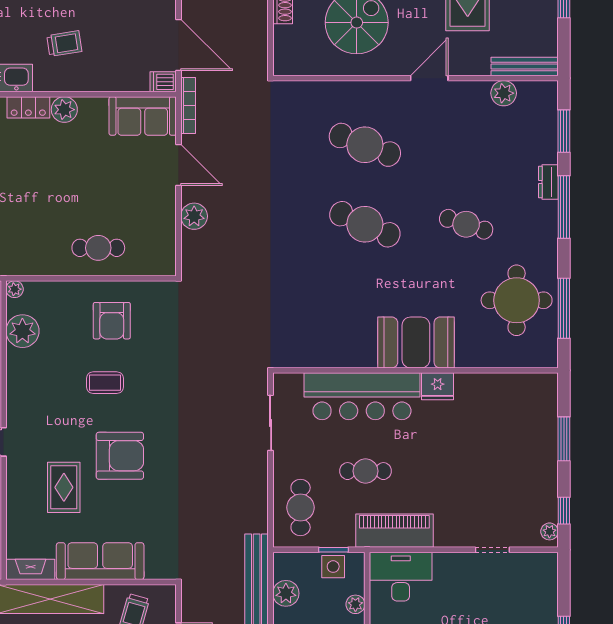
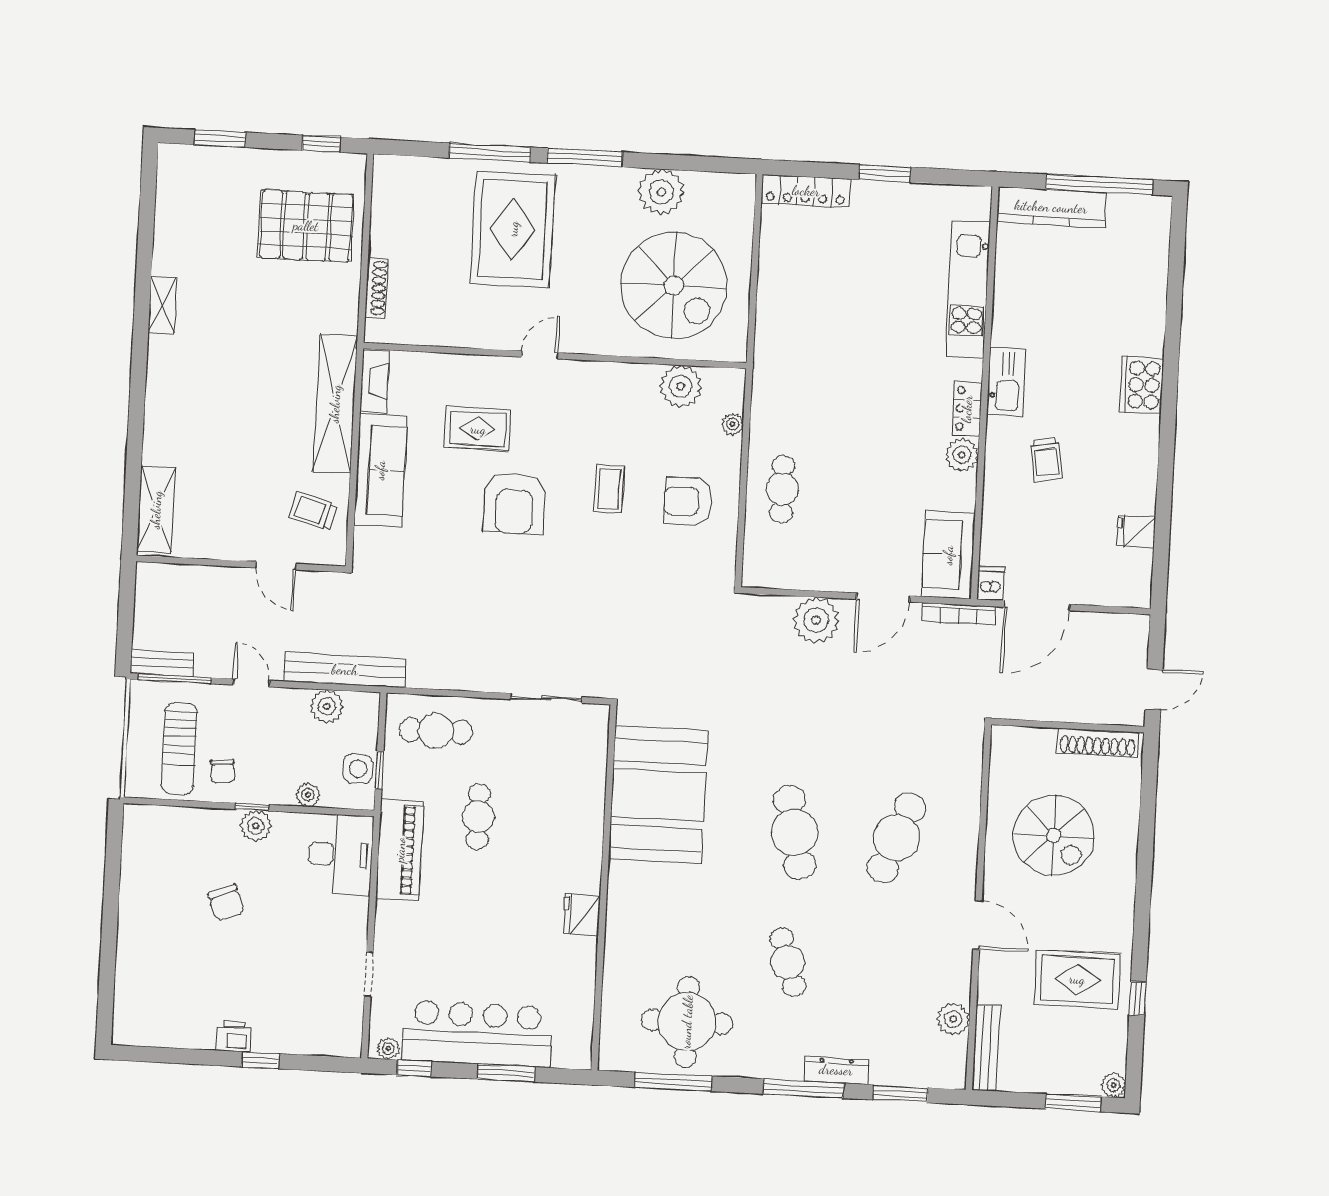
dresser: (548, 182) -> (836, 1070), width x1.44
plant: (194, 216) -> (816, 620), width x1.36, depth x1.36
cafe table: (365, 224) -> (795, 832), turned -36
cafe table: (466, 224) -> (788, 962), turned -36
plant: (15, 289) -> (732, 424), moved
booth: (416, 342) -> (658, 795), moved, width x1.36, depth x1.42
bar counter: (362, 396) -> (477, 1034), moved, turned 90

